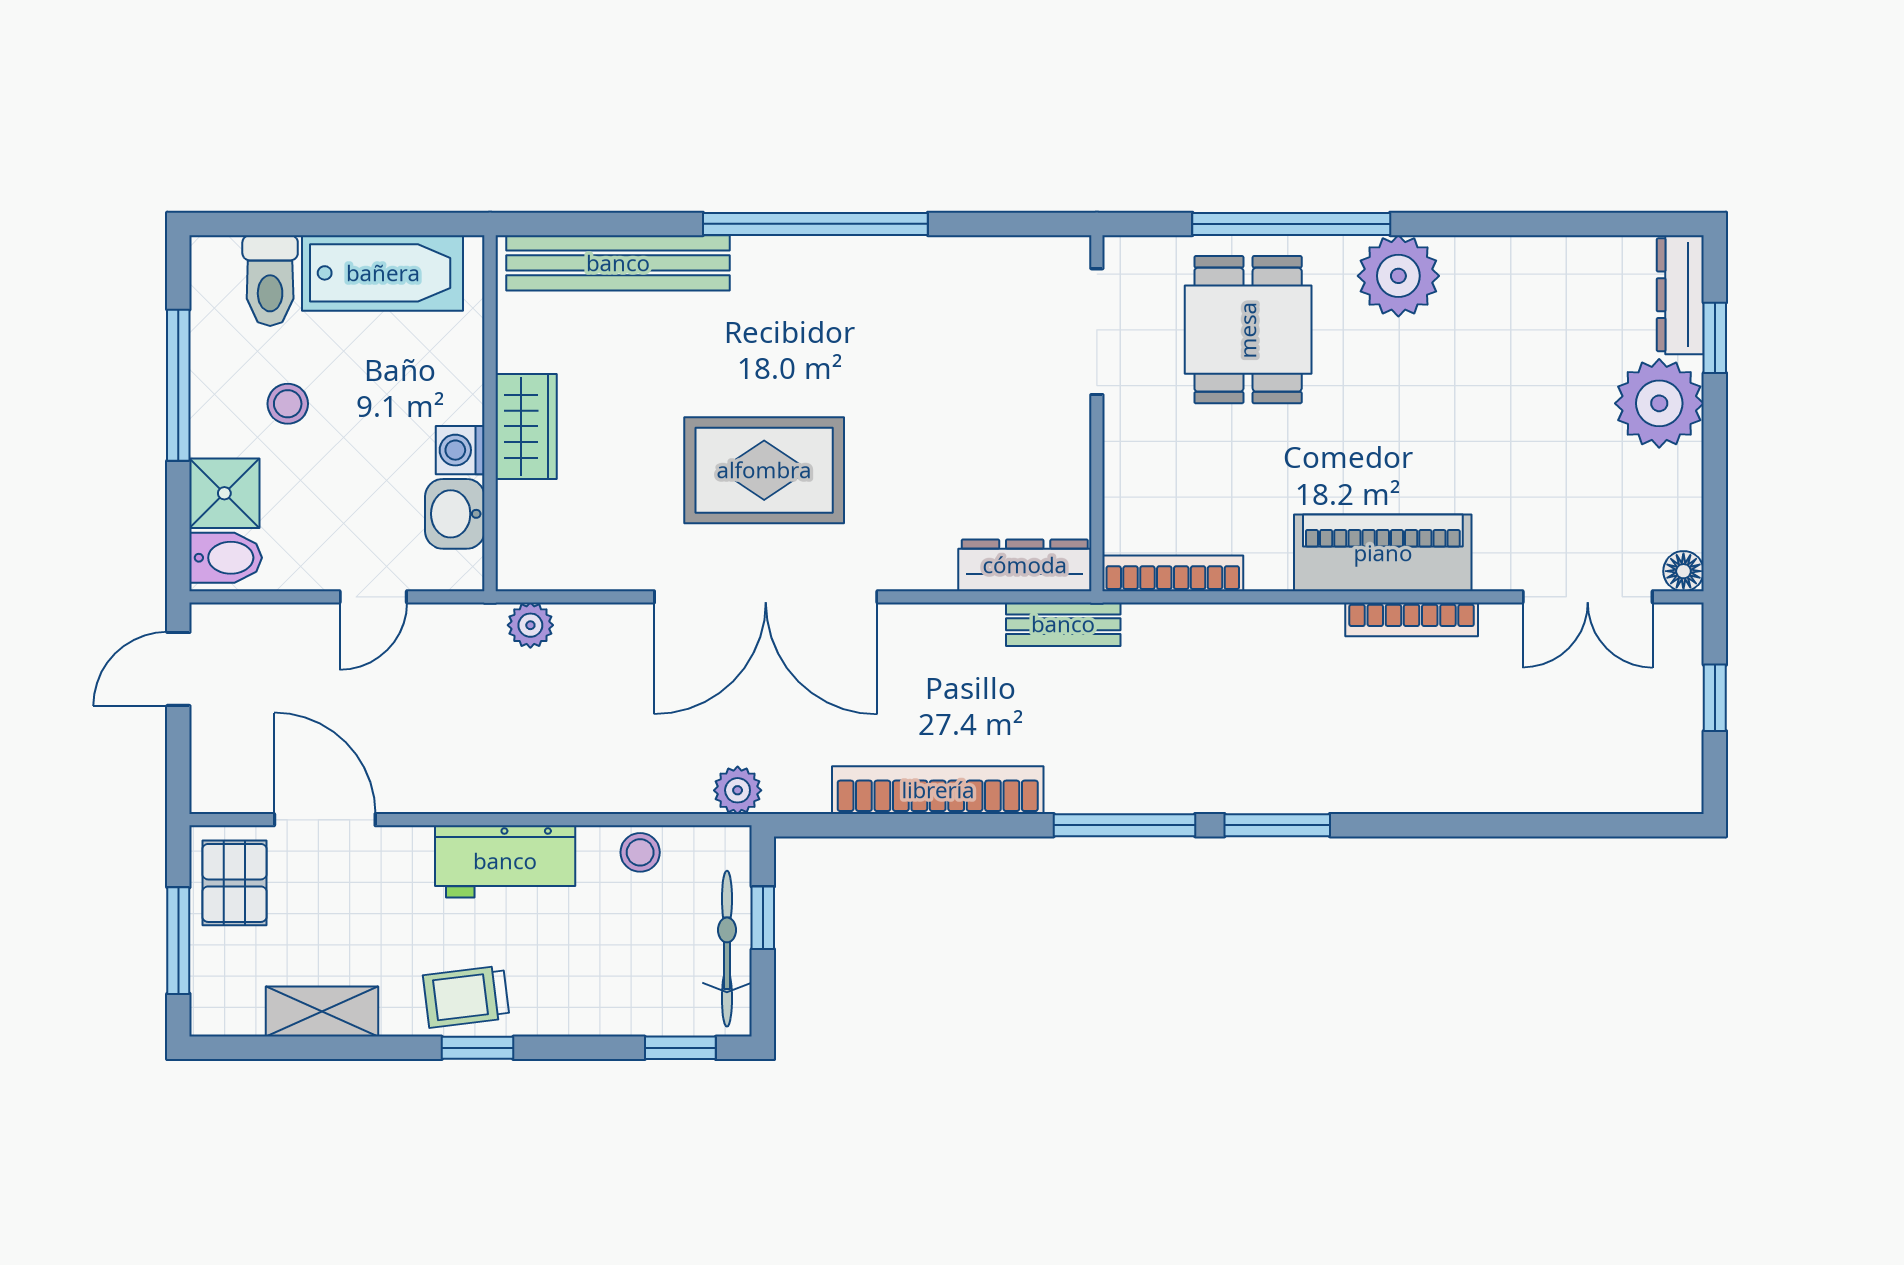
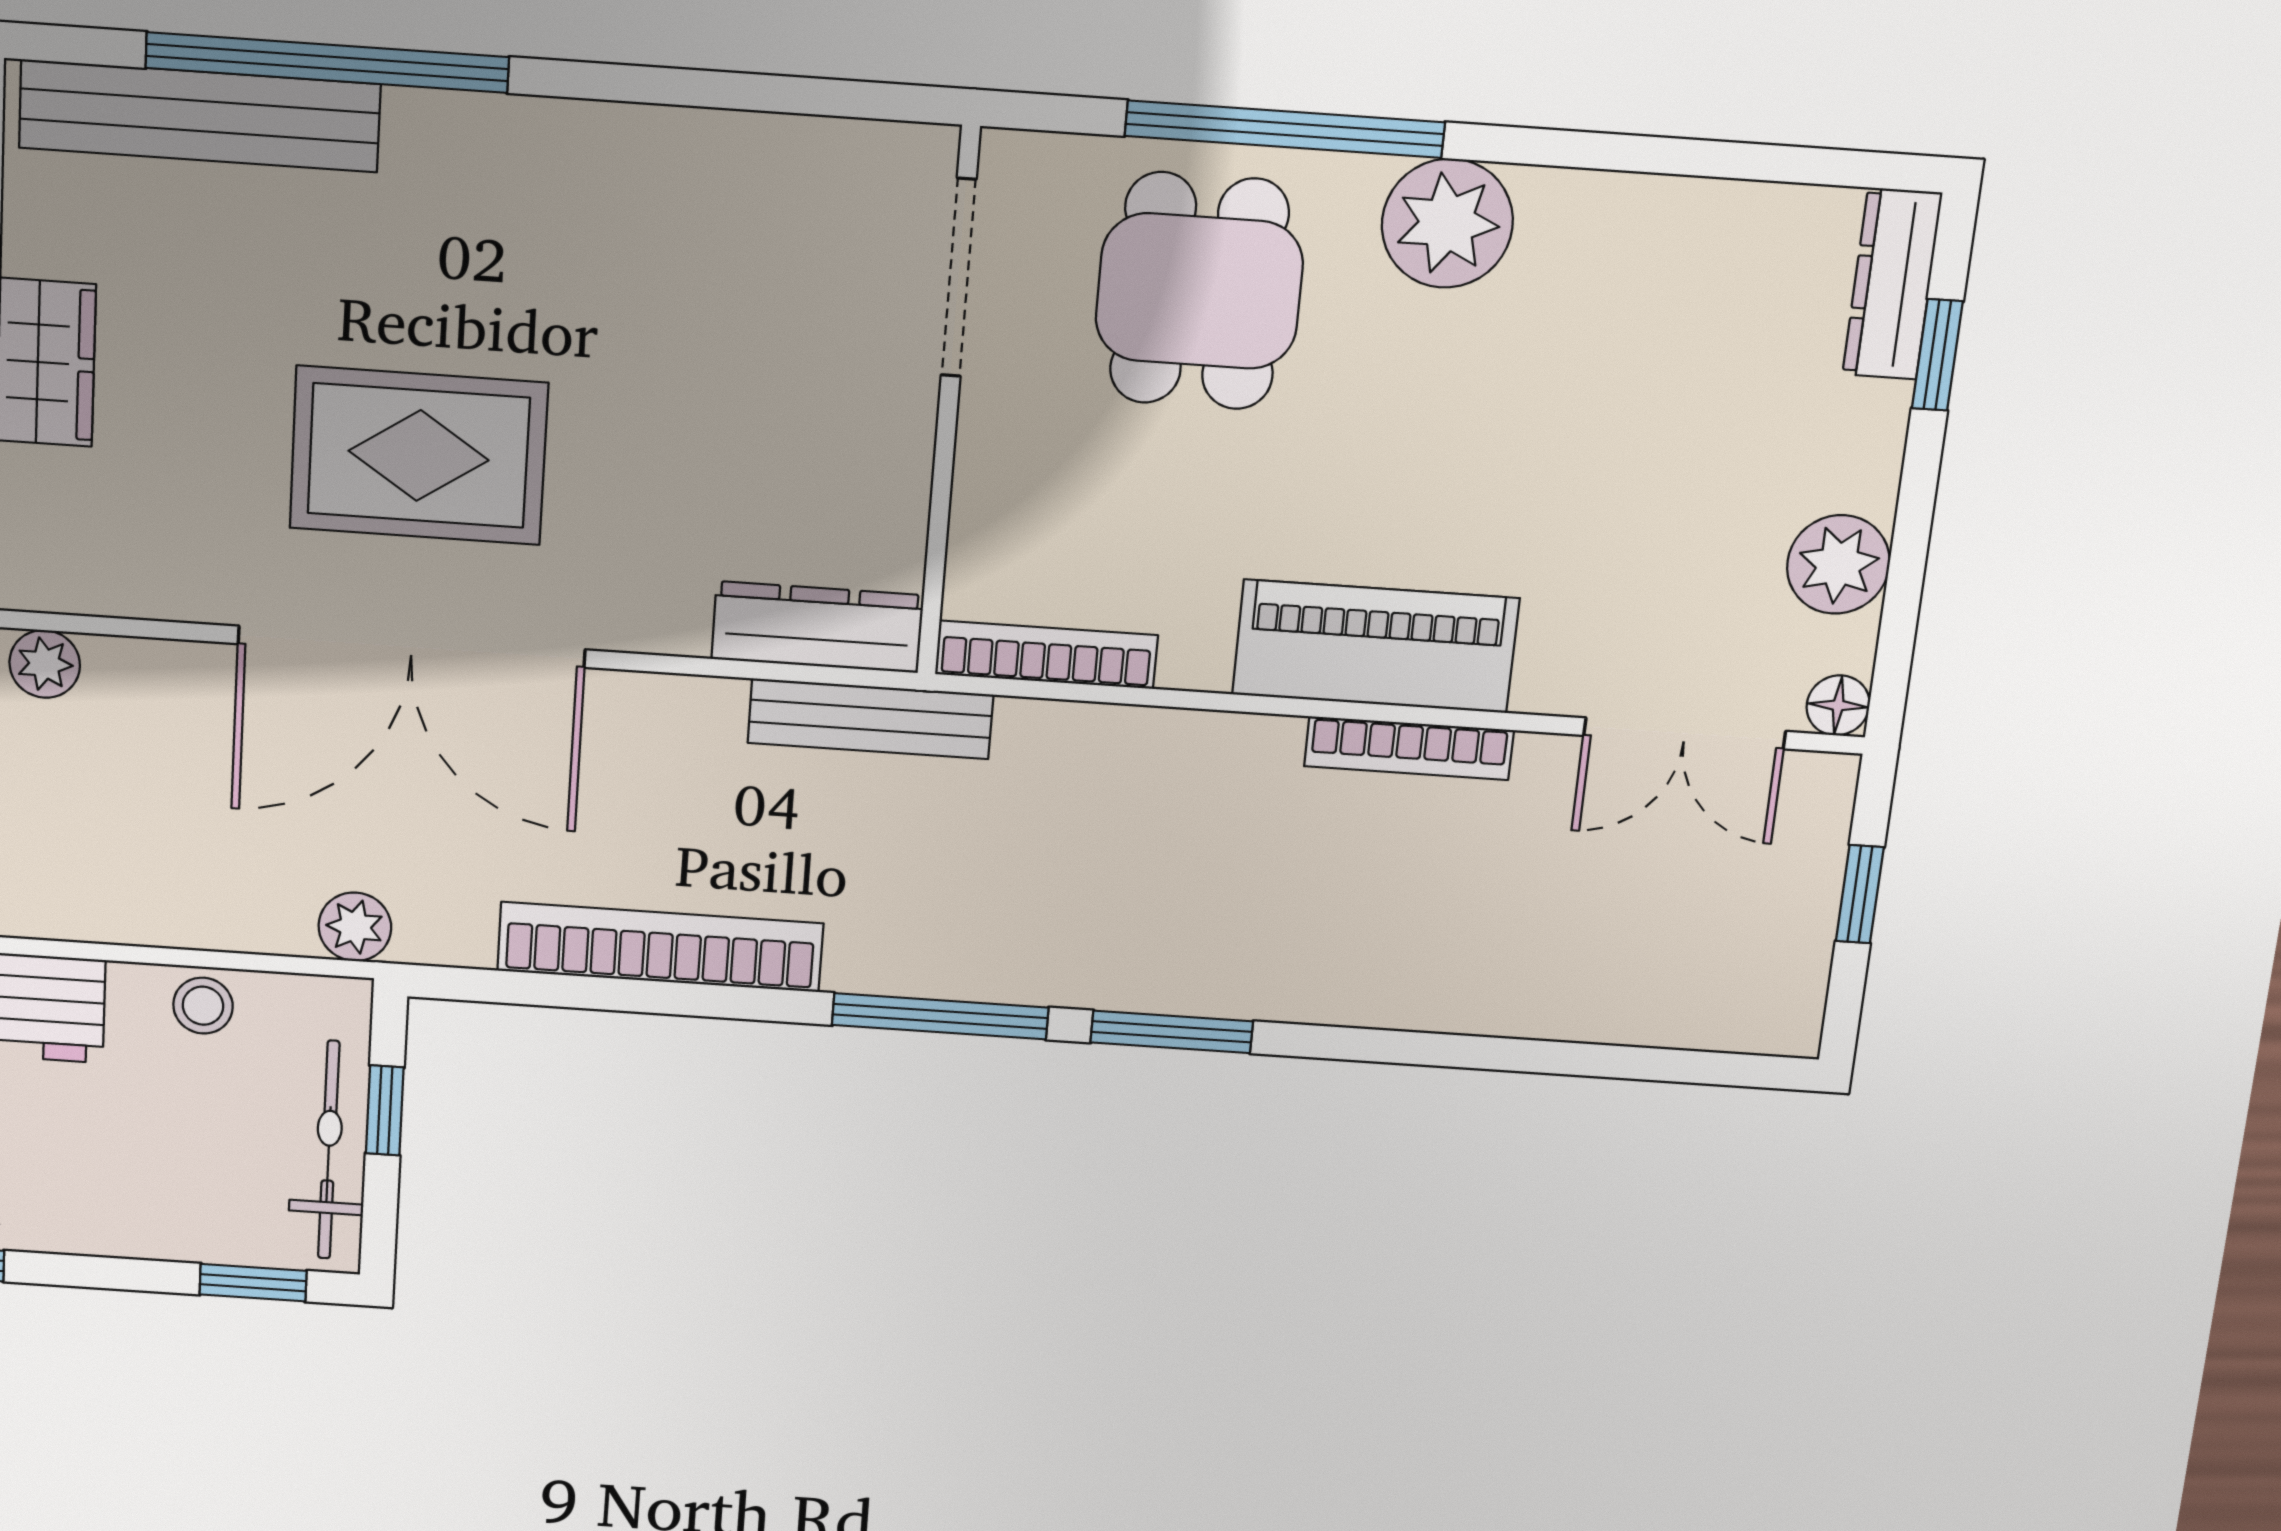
window: (815, 224) -> (327, 63), moved
plant: (1659, 403) -> (1838, 564), moved, width x0.73, depth x0.73
bench: (1063, 624) -> (870, 719), width x1.36

